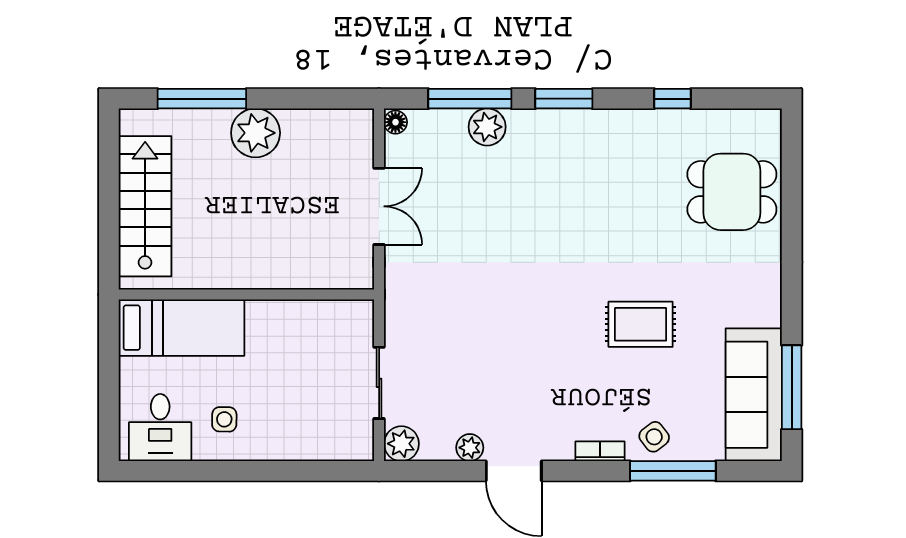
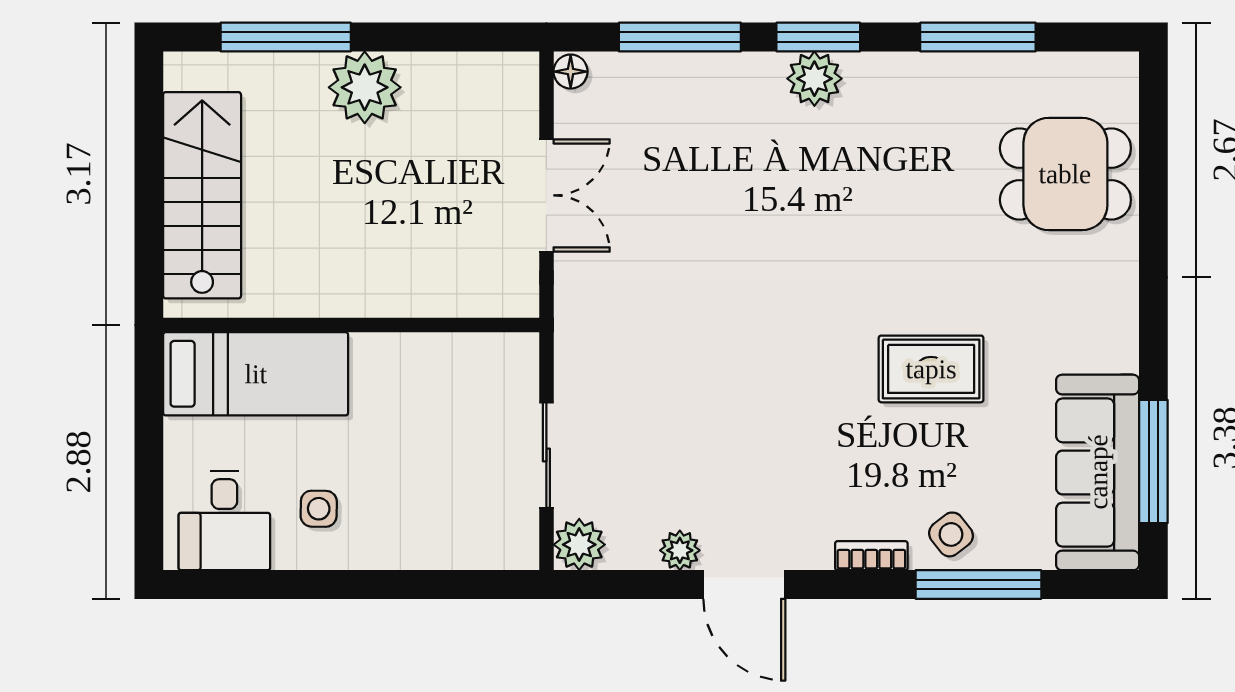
window: (672, 99) -> (978, 37), width x2.17
plant: (487, 127) -> (814, 79), moved

